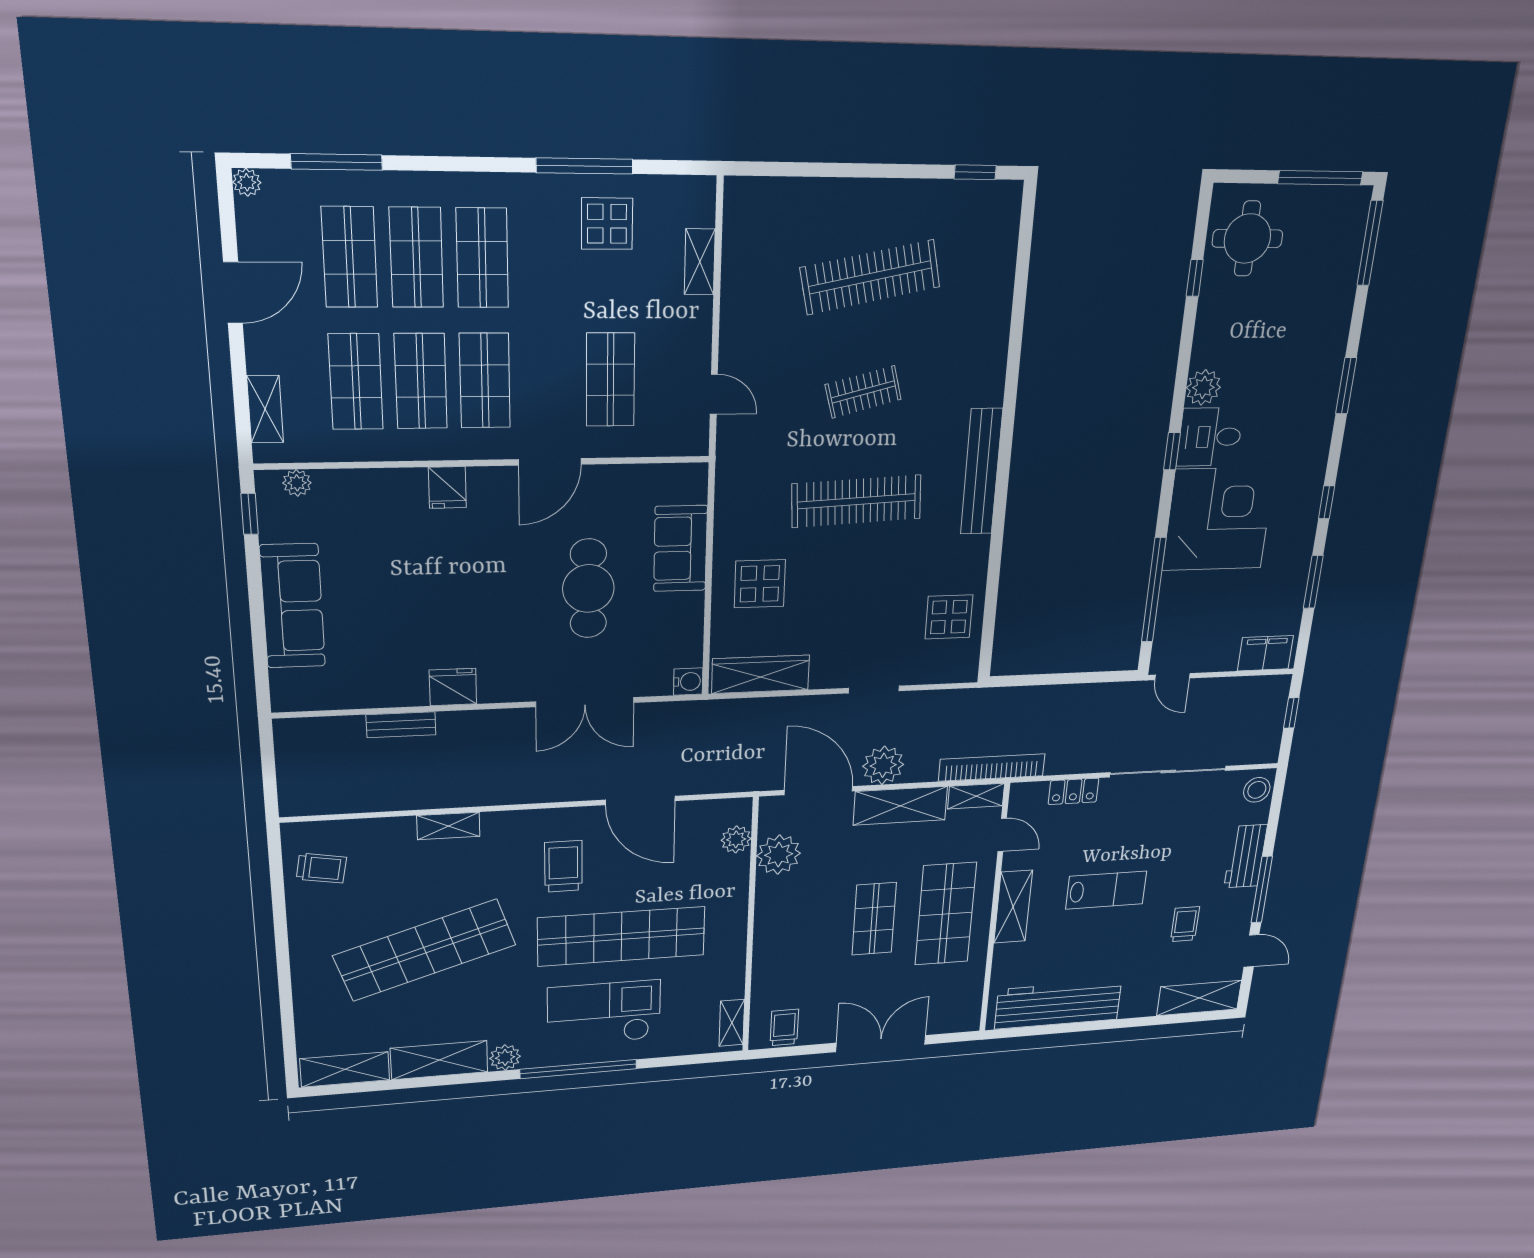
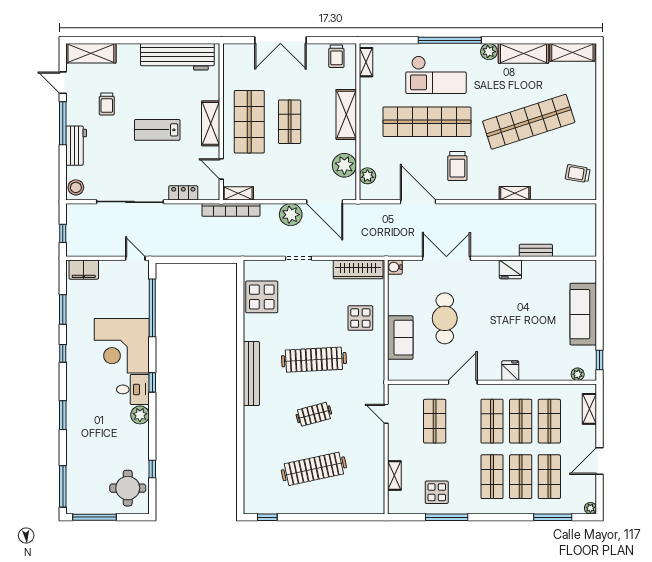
display table: (949, 617) -> (262, 297), width x1.36, depth x1.36
shelving: (900, 806) -> (346, 114), moved, turned 90

